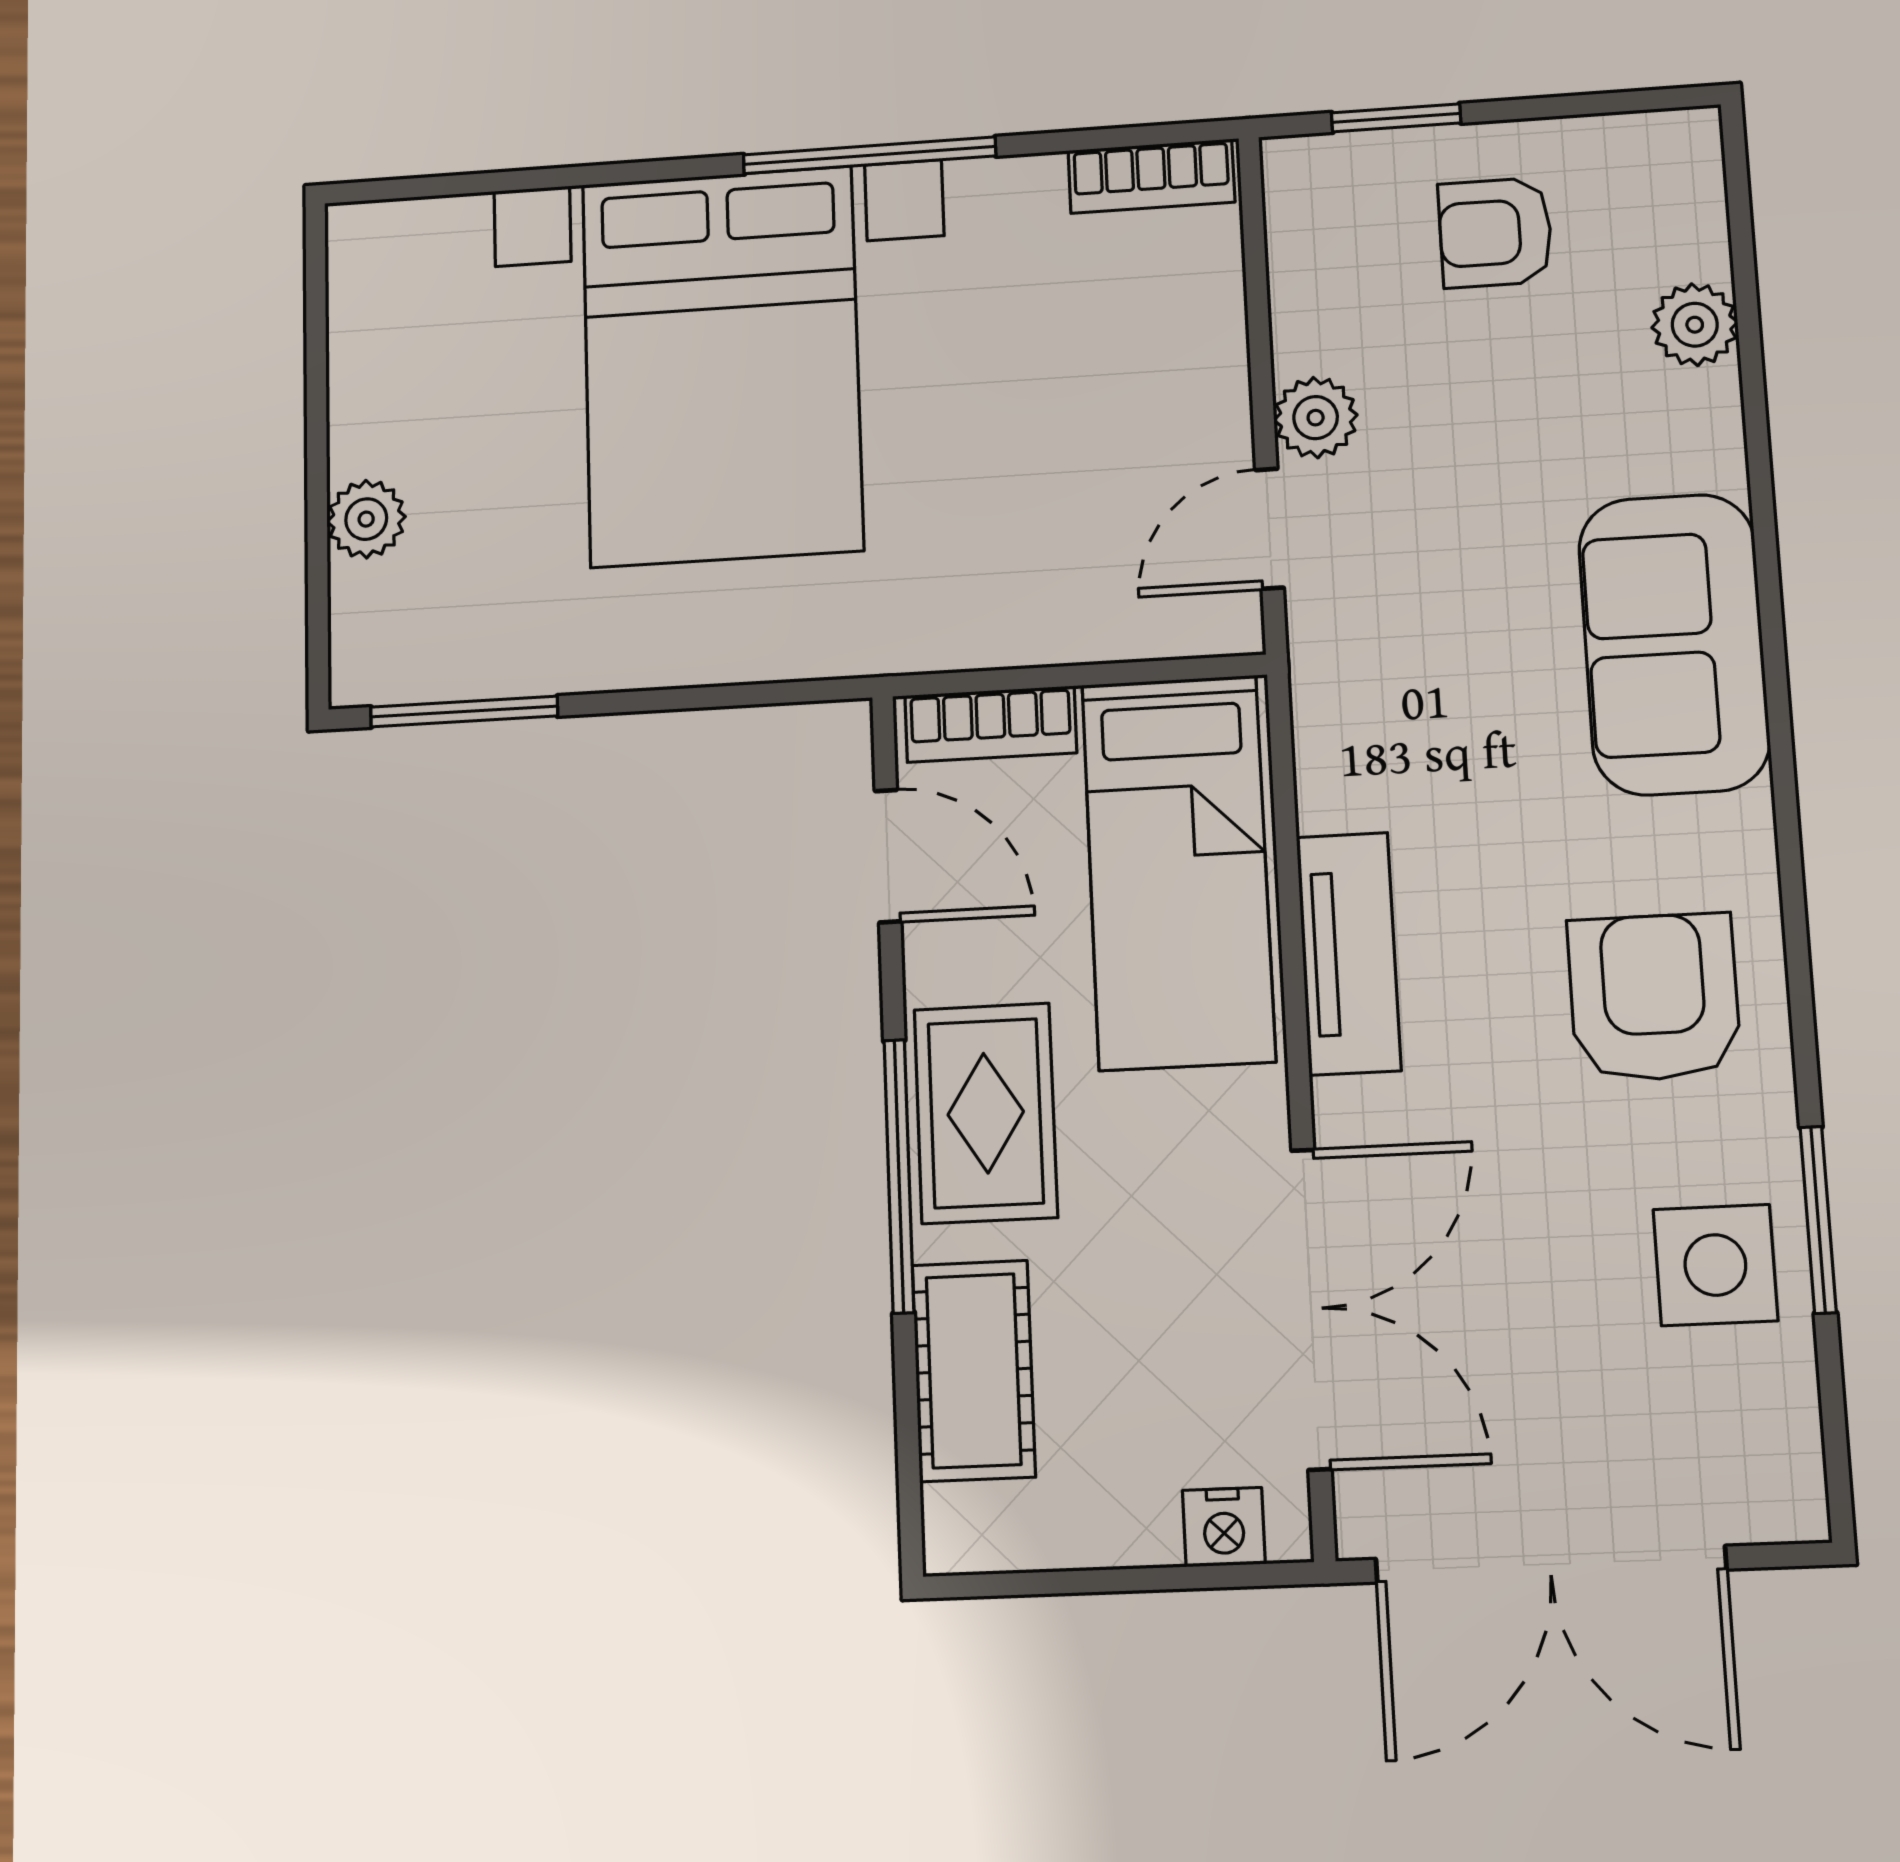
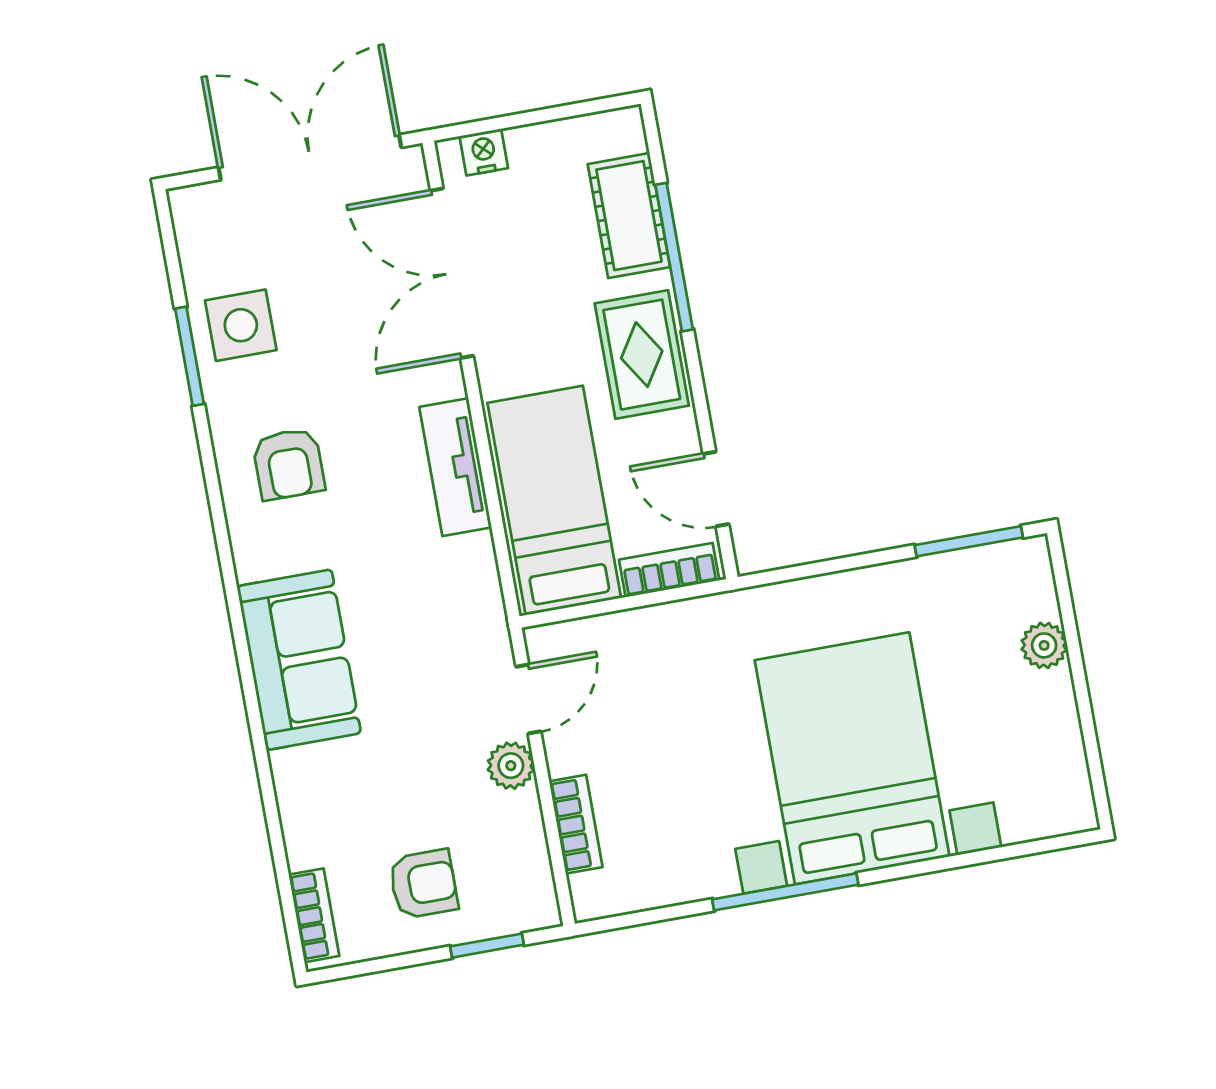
bookcase: (1151, 176) -> (576, 824), moved, turned 90
bookcase: (1696, 199) -> (314, 915), added
plant: (1695, 325) -> (307, 842), removed
armchair: (1654, 997) -> (289, 464), width x0.72, depth x0.72
window: (899, 1176) -> (674, 257), moved

